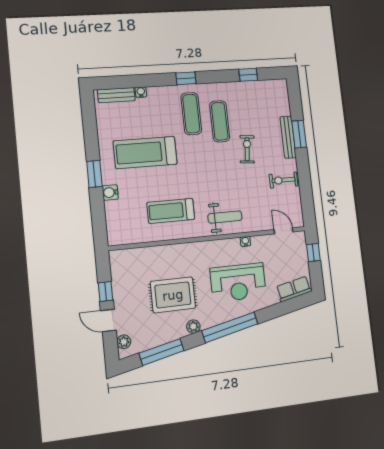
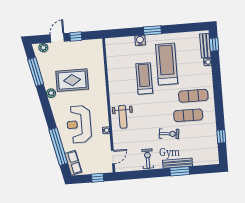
window: (186, 78) -> (214, 45), moved
treadmill: (171, 211) -> (144, 78), moved
rug: (173, 295) -> (72, 80), turned 90
window: (230, 327) -> (58, 147), moved

